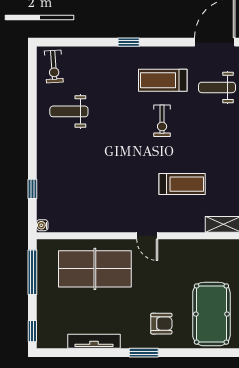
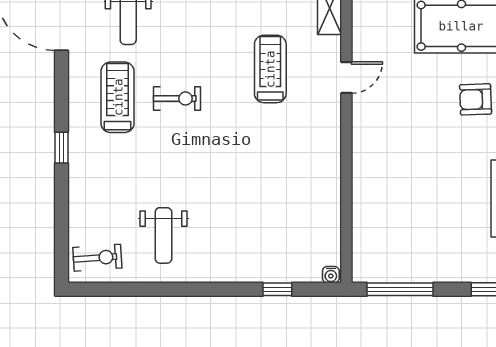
treadmill: (163, 80) -> (118, 97), turned 180
door: (147, 236) -> (346, 78), moved
table tennis table: (95, 269) -> (395, 197), removed
armchair: (161, 324) -> (476, 99), turned -92

